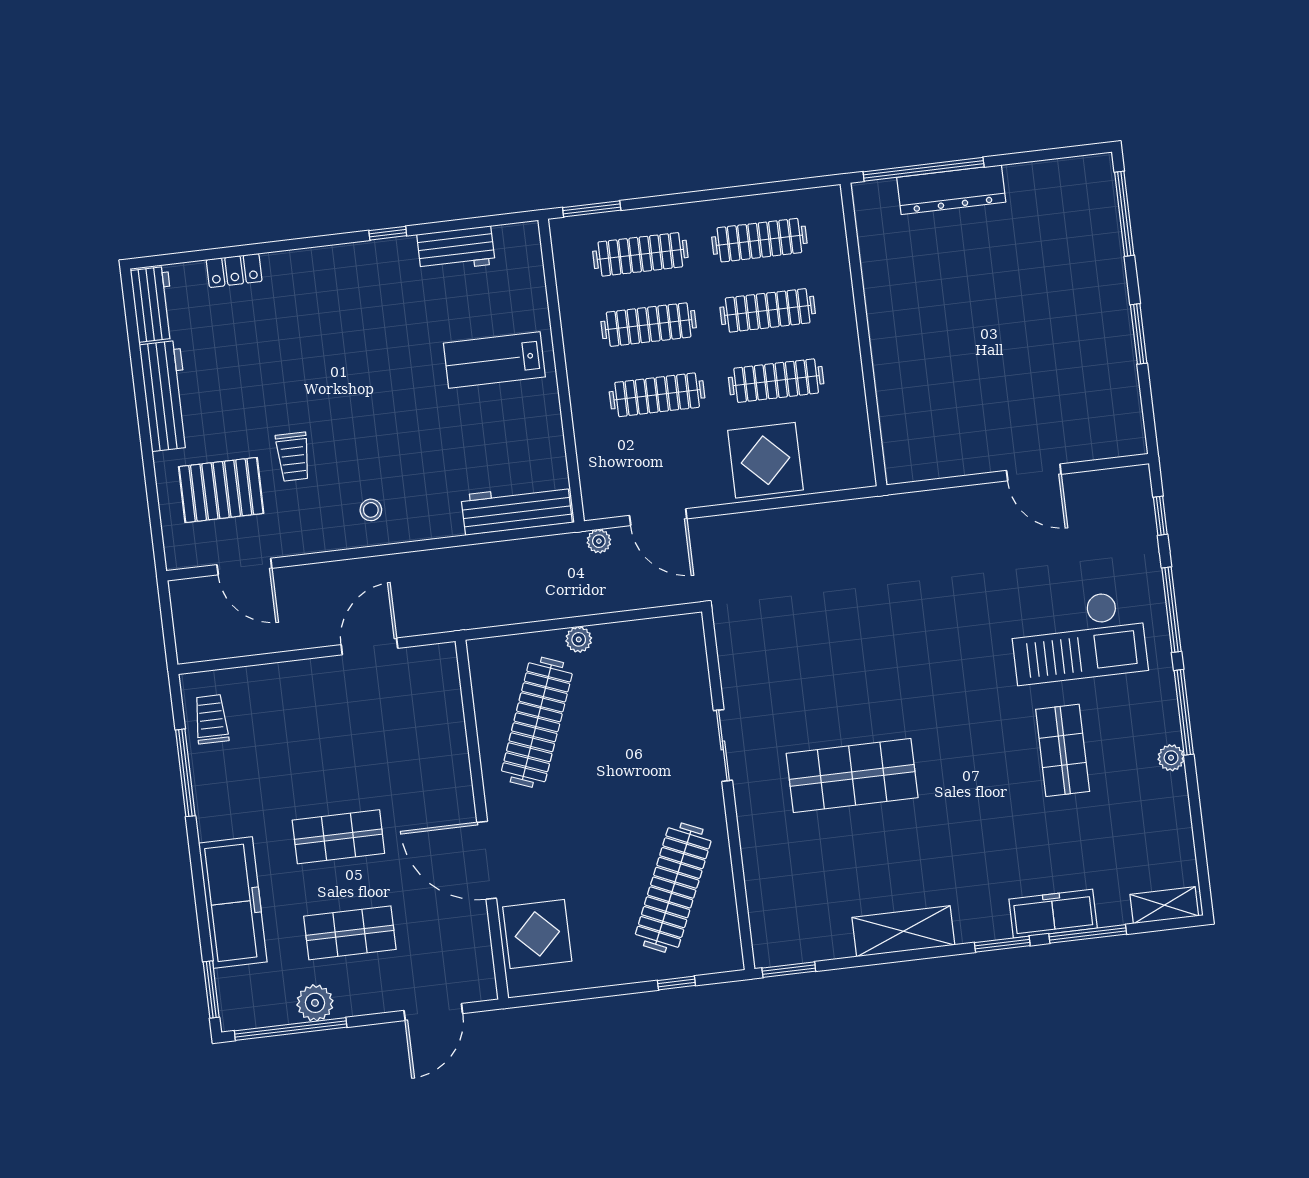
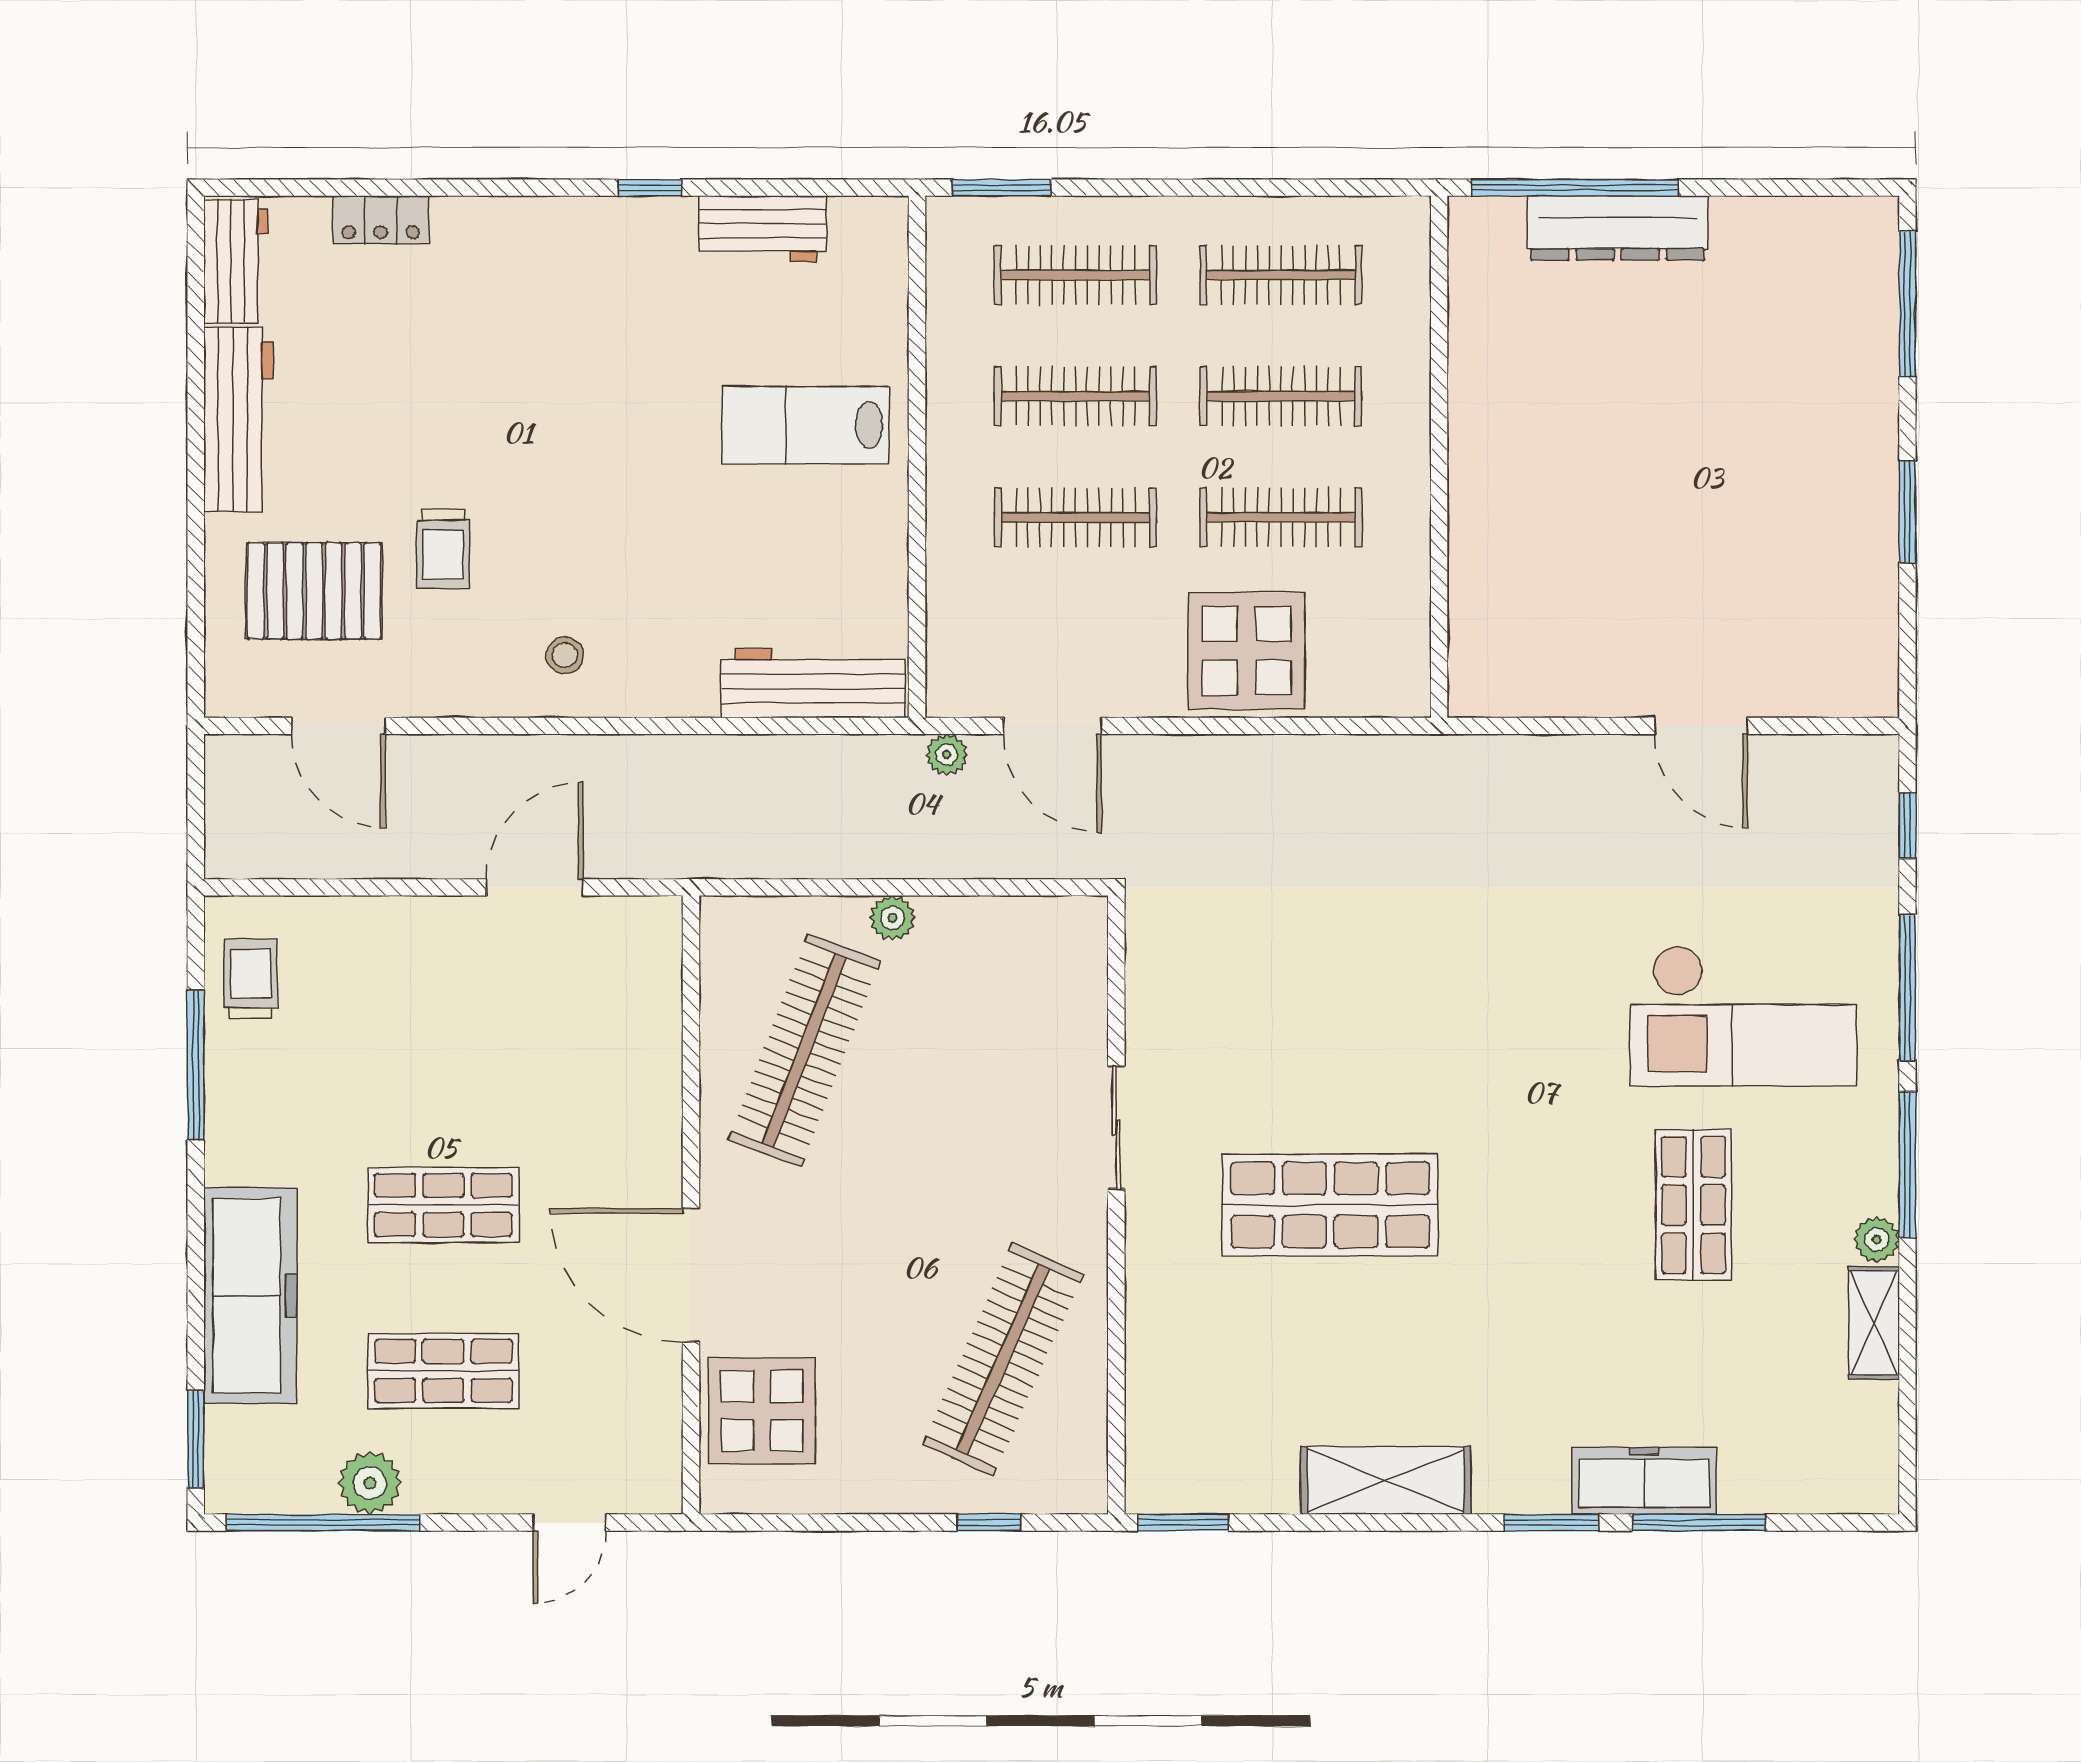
shelving: (1164, 905) -> (1874, 1323), moved, turned 90
door: (433, 1012) -> (569, 1523), width x0.73

